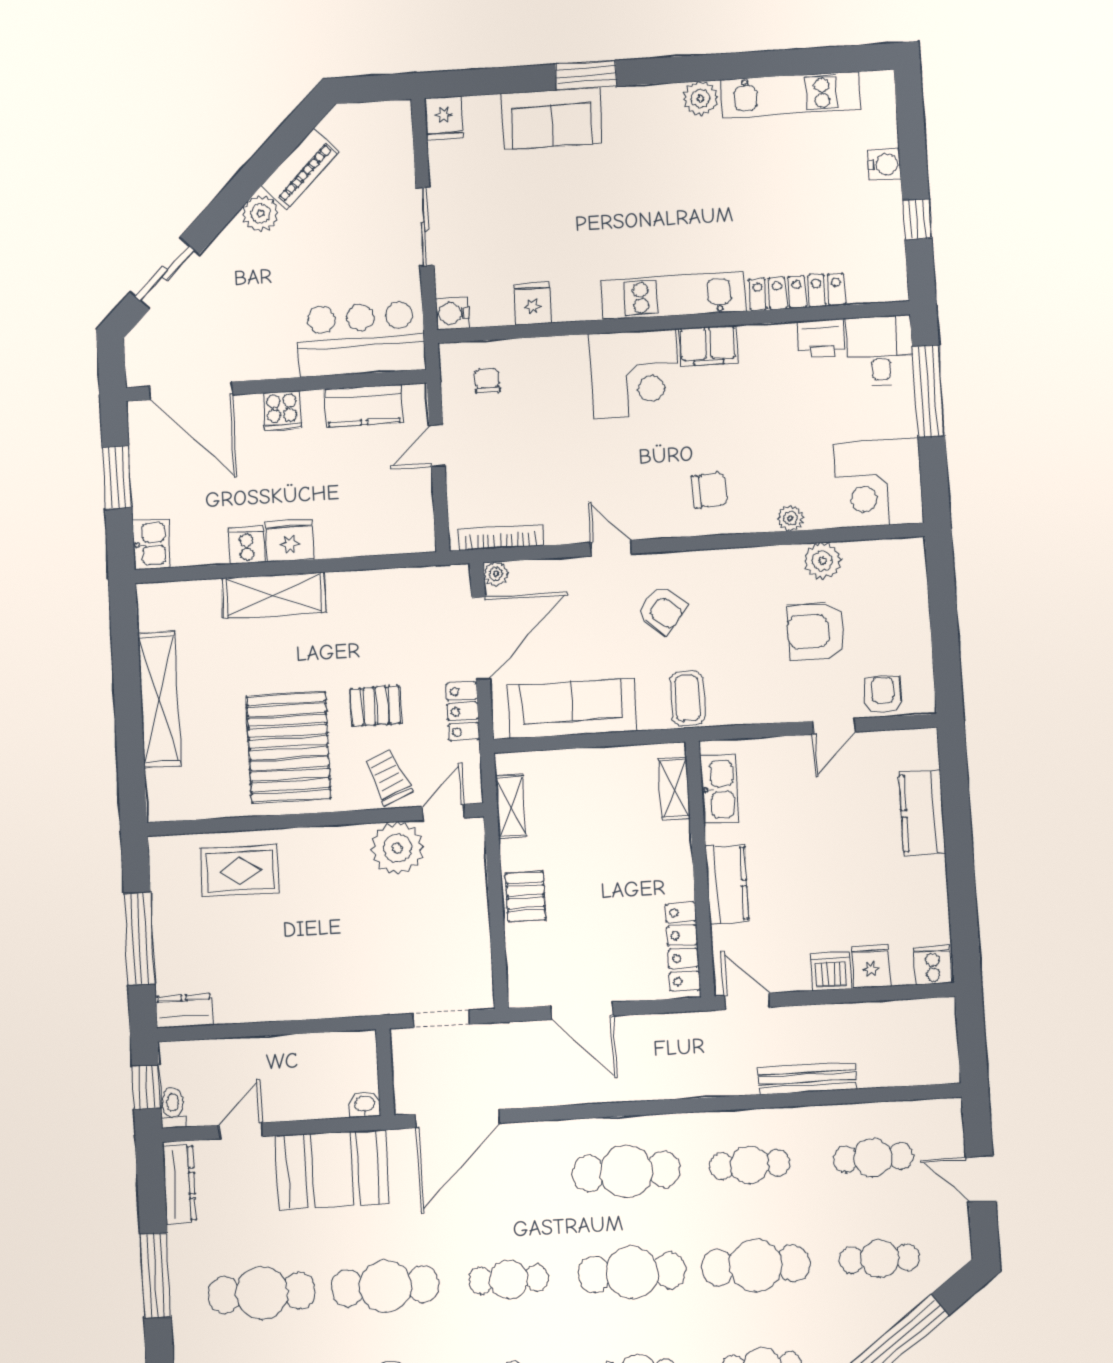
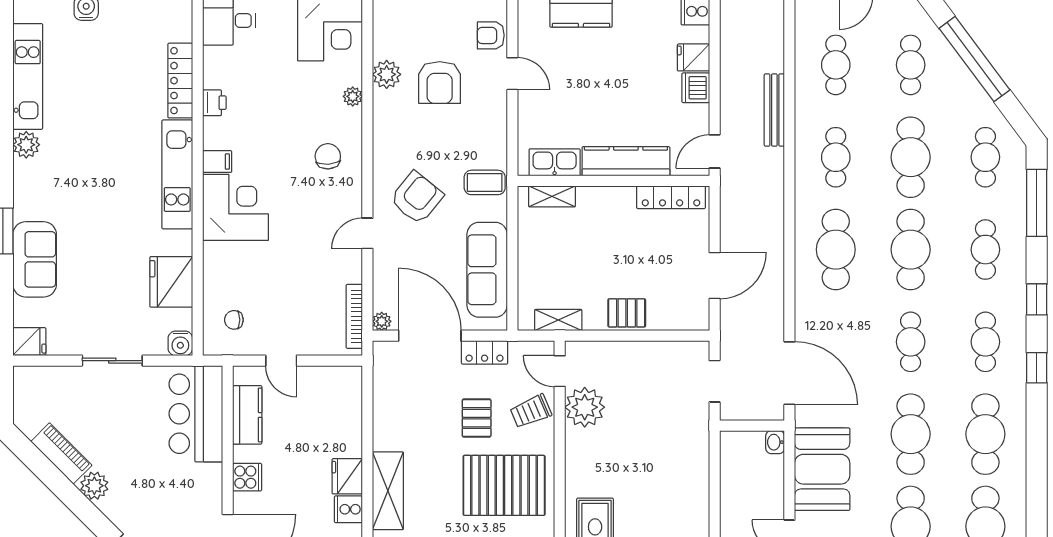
fridge: (533, 303) -> (171, 282), width x1.88, depth x1.34
printer: (821, 339) -> (214, 103), moved, width x0.73, depth x0.81
filing cabinet: (708, 346) -> (217, 162), width x0.50
armchair: (662, 610) -> (417, 198), width x1.38, depth x1.38
kitchen counter: (727, 884) -> (626, 161), width x1.50

